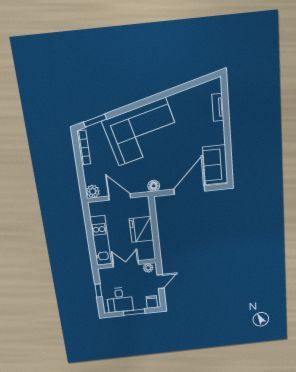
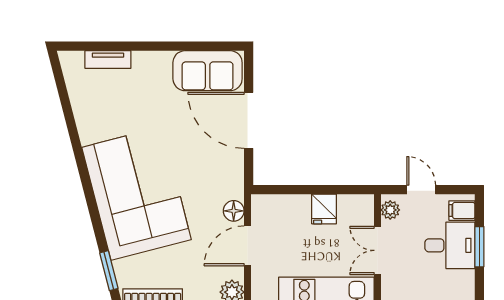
floor lamp: (154, 186) -> (234, 211), moved
fridge: (141, 229) -> (324, 209), width x0.53, depth x0.75
desk: (120, 300) -> (450, 245), moved

